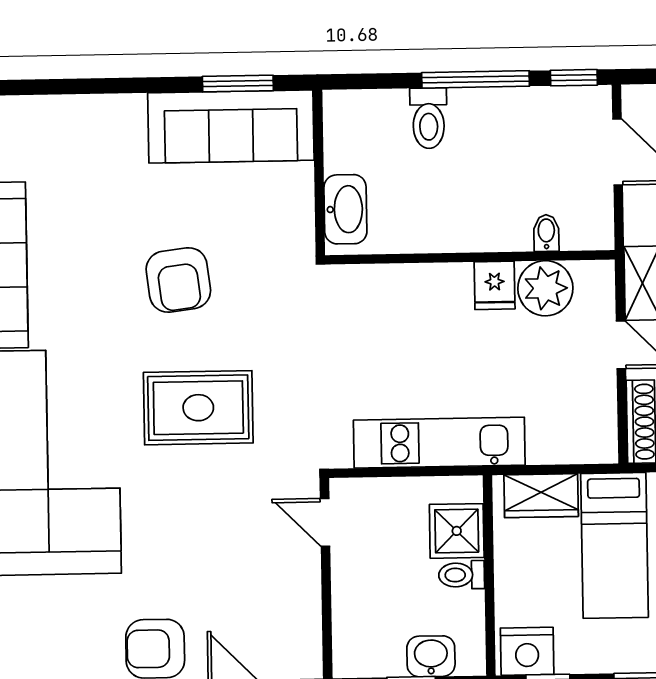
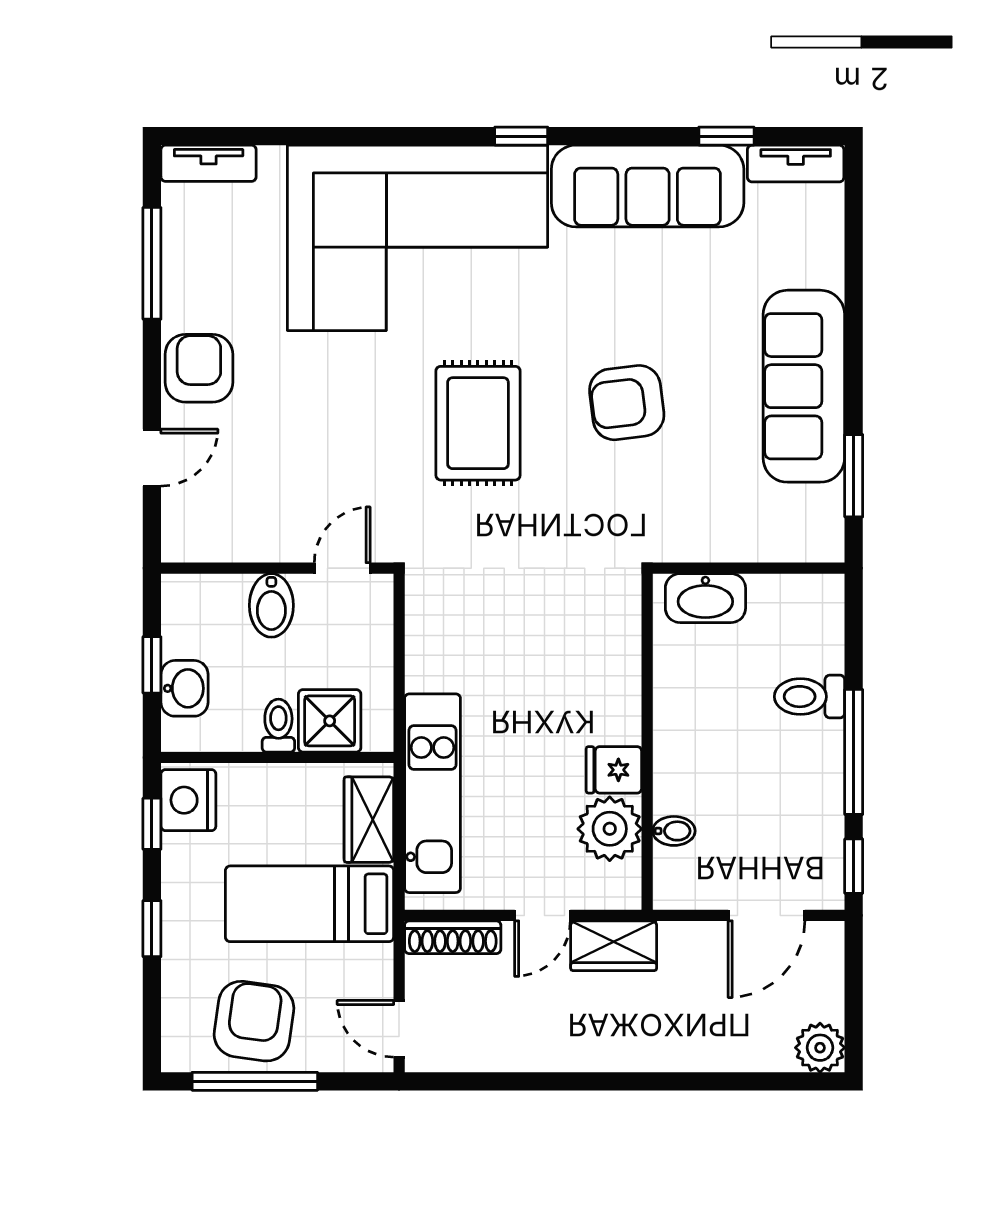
sofa: (231, 127) -> (804, 386), moved
kitchen unit: (439, 443) -> (432, 793), moved
bidet: (358, 583) -> (271, 605), added

